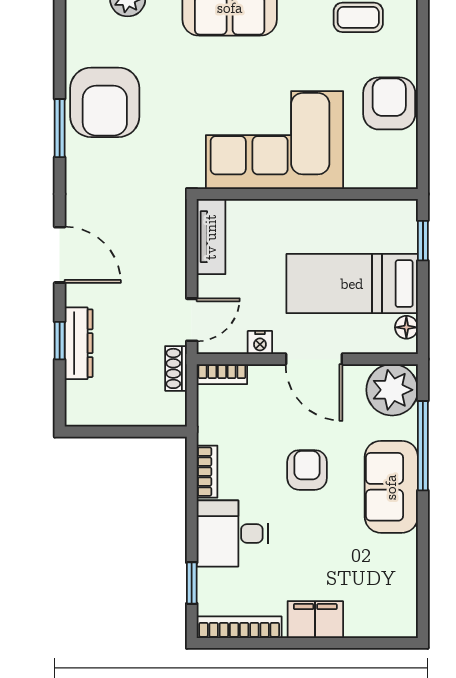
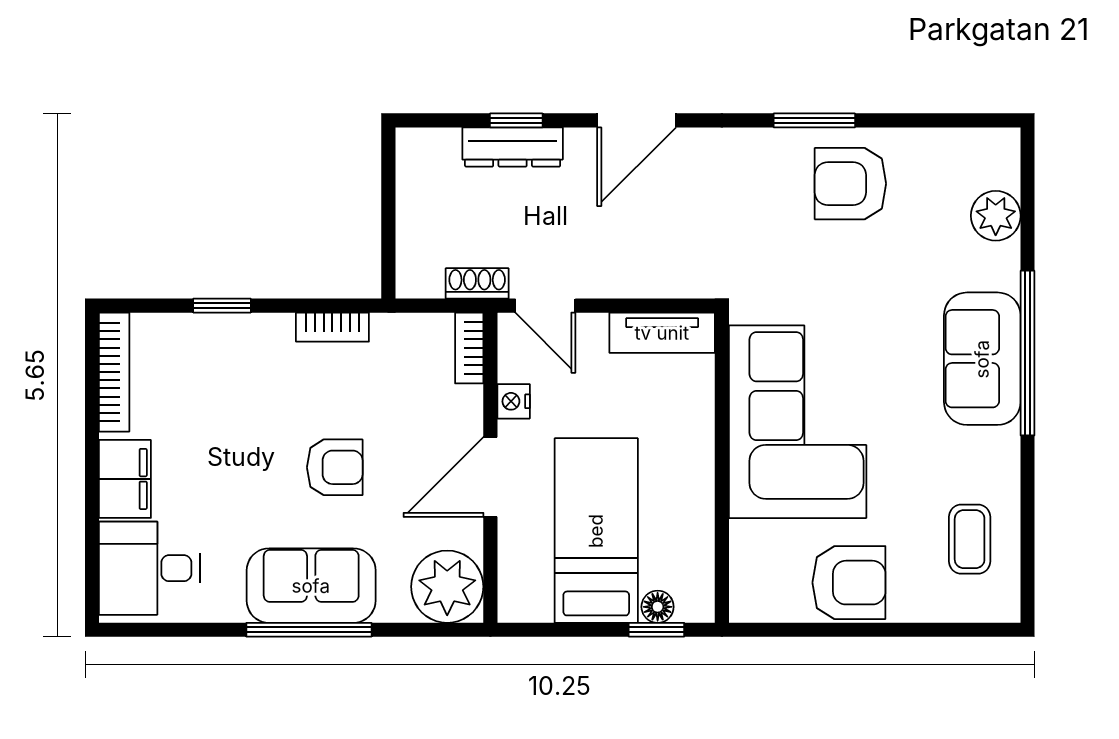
armchair: (105, 102) -> (850, 184), width x0.73, depth x0.73
floor lamp: (406, 327) -> (658, 607), moved
window: (423, 446) -> (309, 630), moved
desk: (233, 533) -> (149, 568), moved, turned -90
window: (192, 583) -> (222, 306), moved

